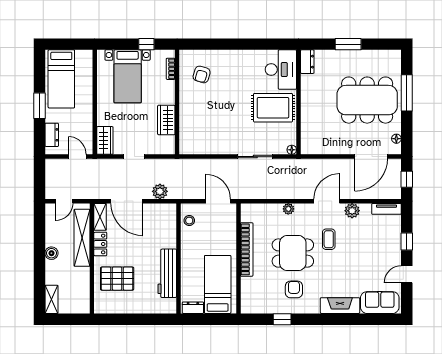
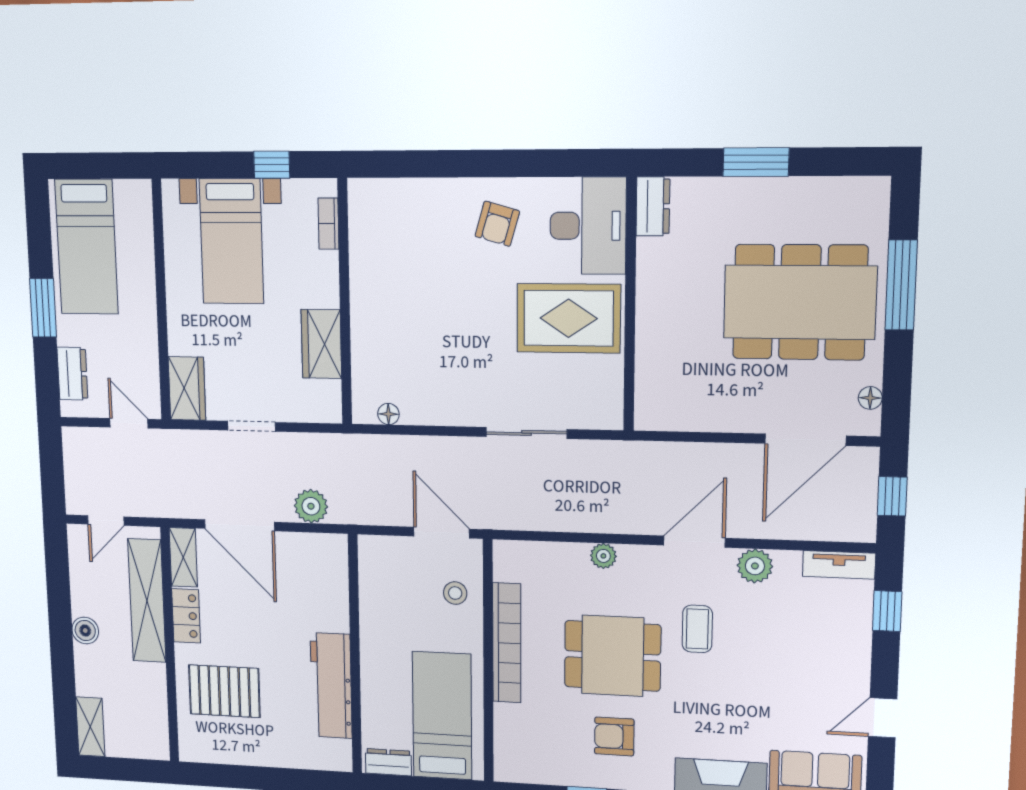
armchair: (202, 74) -> (497, 224), moved
floor lamp: (292, 150) -> (388, 414), moved
stool: (189, 221) -> (455, 593), moved
window: (407, 242) -> (887, 611), moved
armchair: (294, 289) -> (614, 737), turned -90

